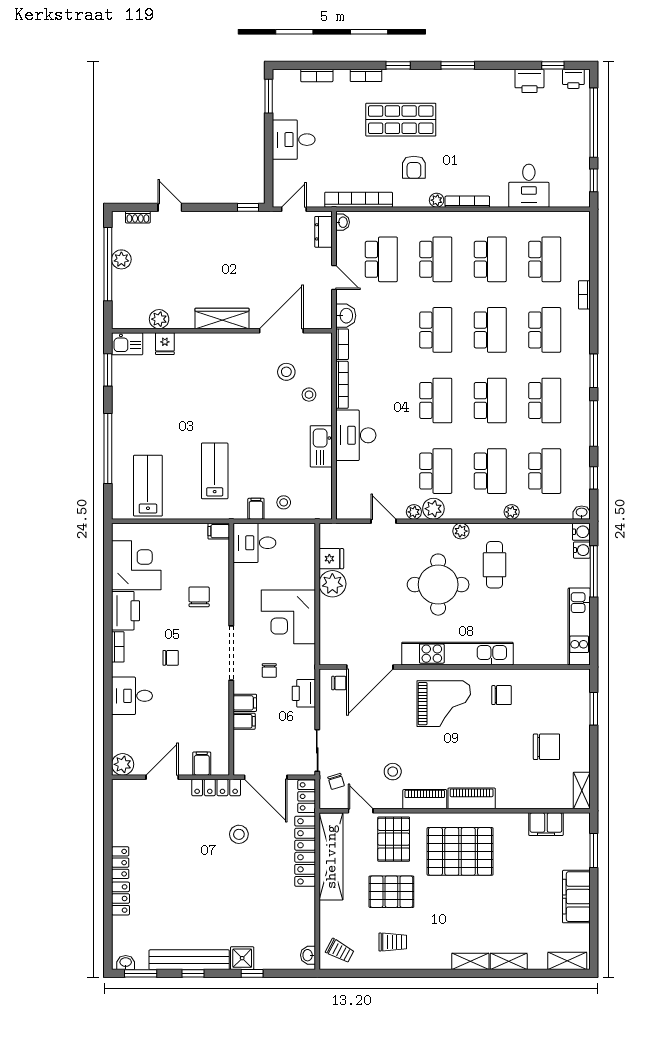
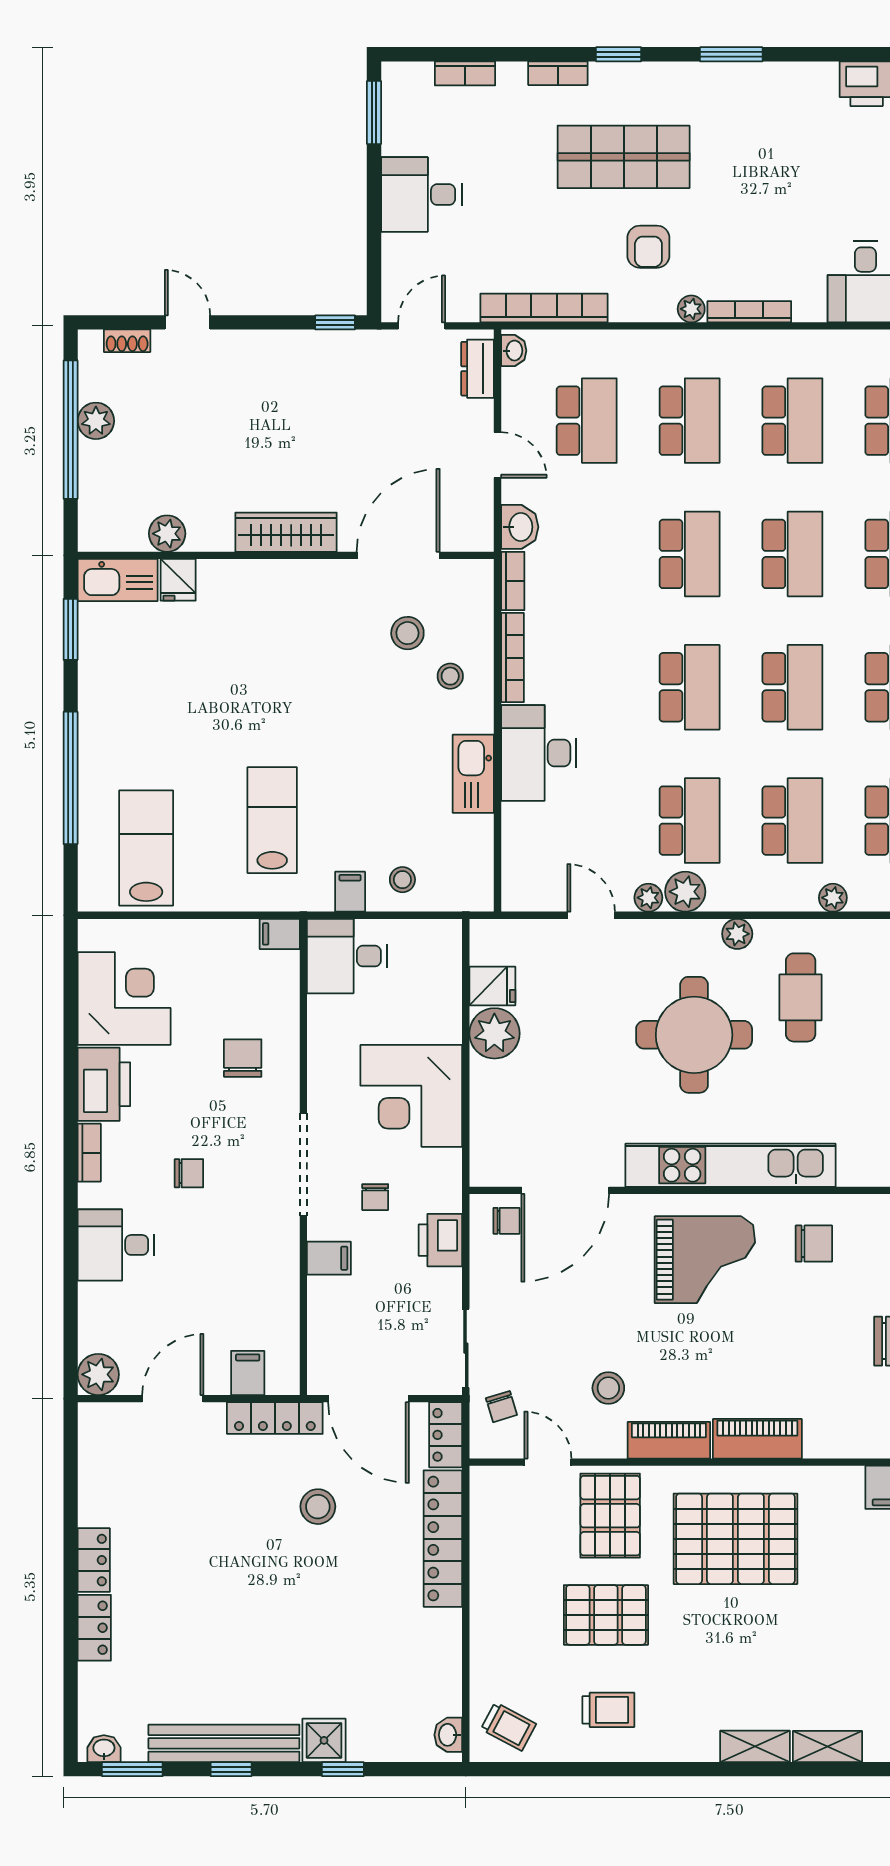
kitchen sink: (127, 344) -> (118, 580), width x1.38
filing cabinet: (244, 721) -> (328, 1293), removed
shelving: (331, 857) -> (492, 1549), removed

